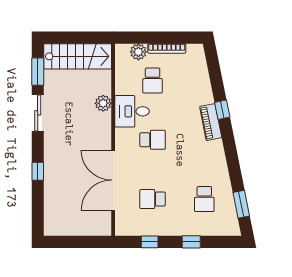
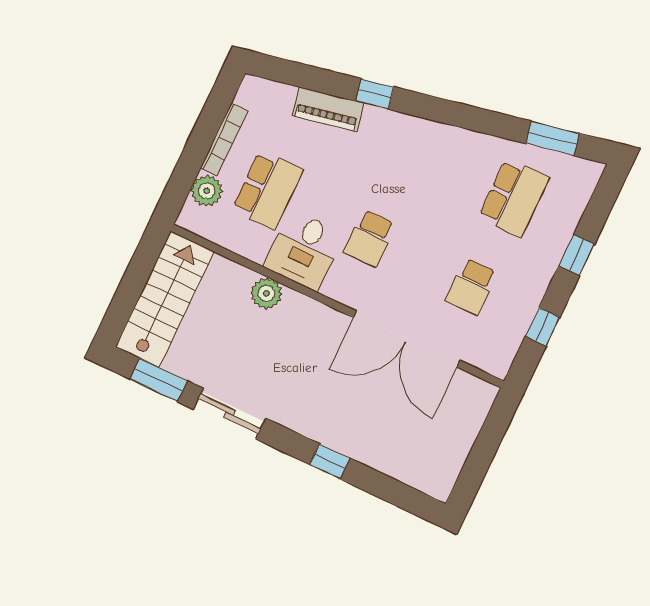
school desk: (153, 80) -> (267, 190), width x1.85
piano: (211, 122) -> (328, 109), moved
school desk: (153, 140) -> (369, 238), turned 180
school desk: (204, 199) -> (514, 198), width x1.85

